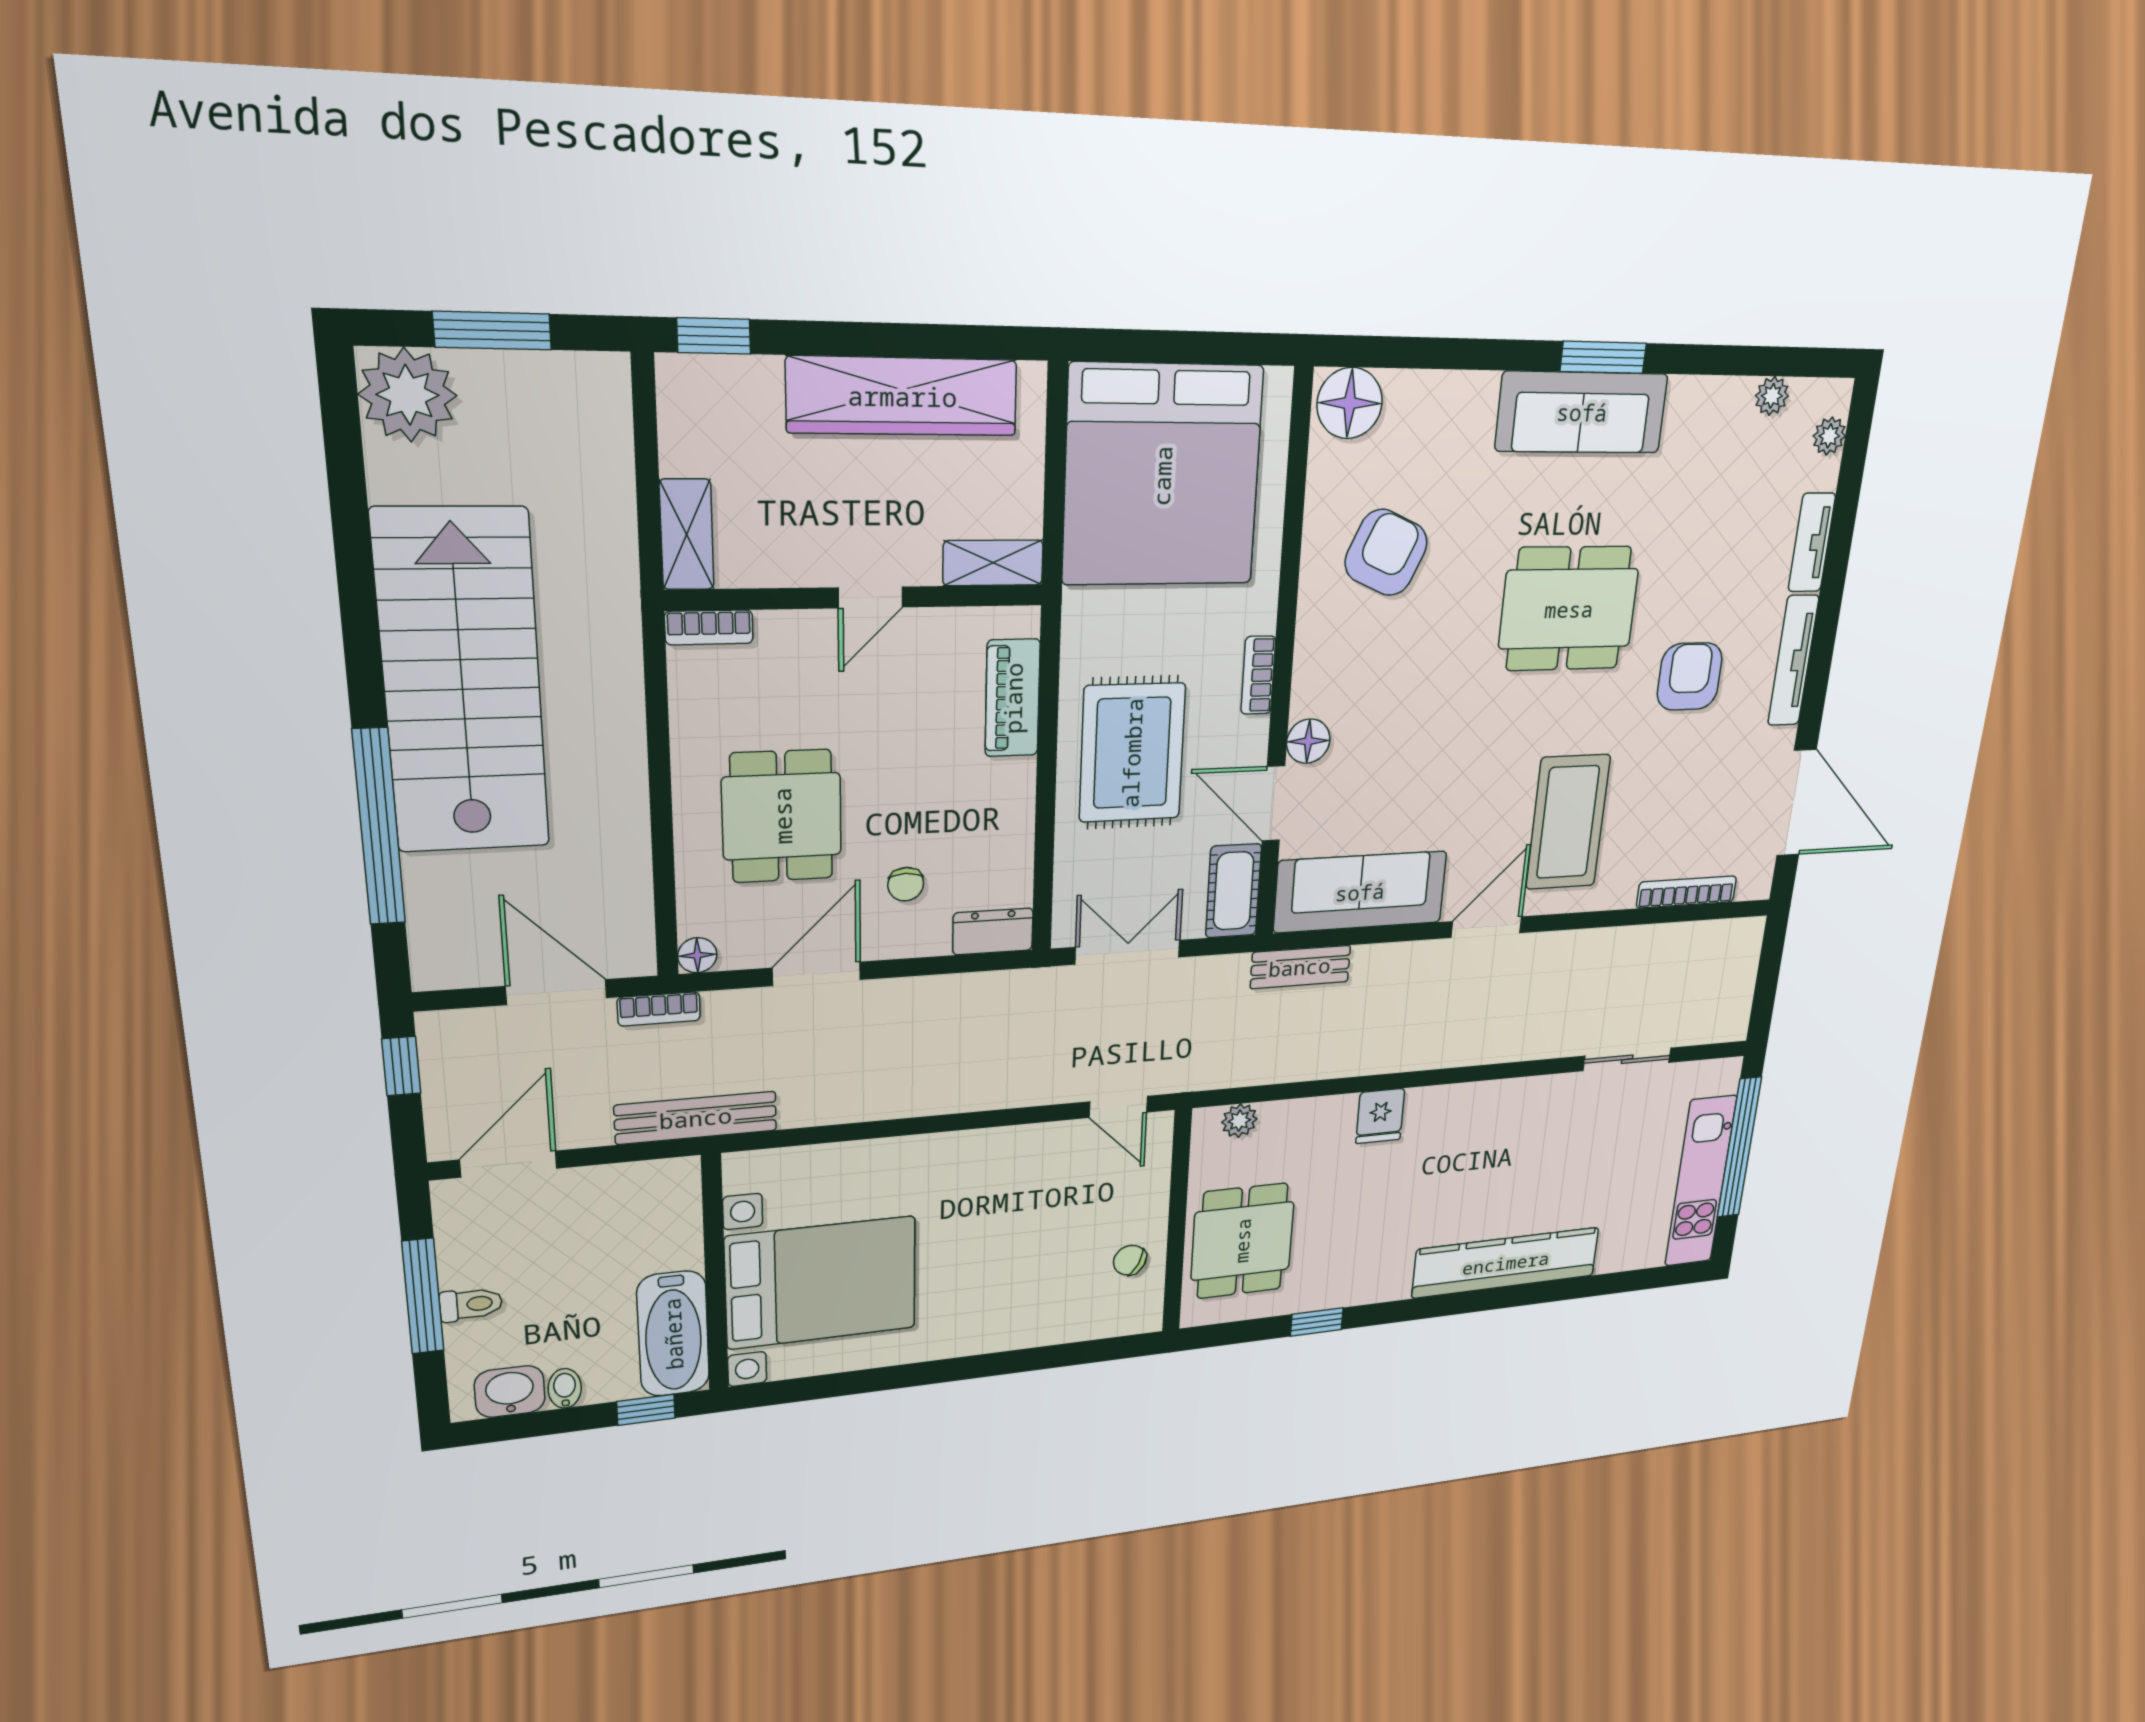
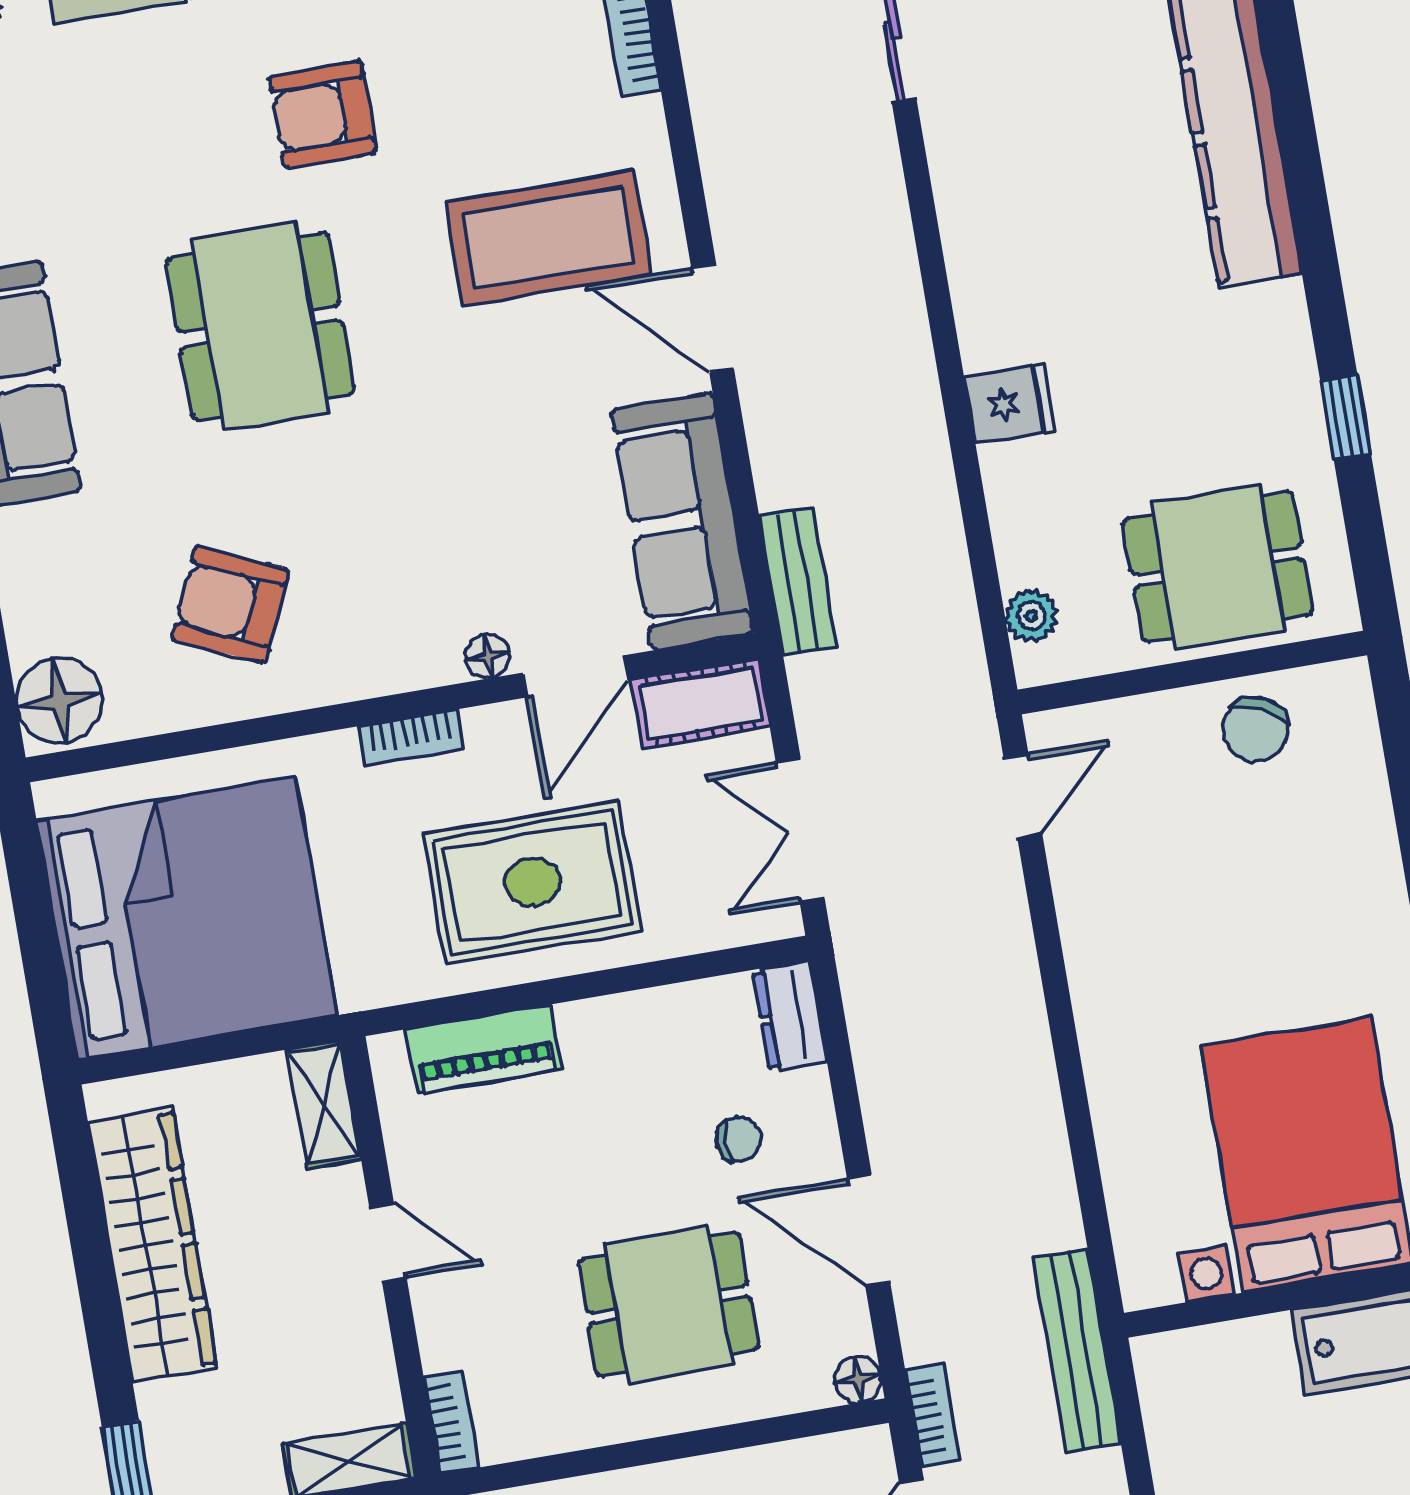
floor lamp: (1308, 741) -> (488, 657), width x0.73, depth x0.73
chair: (1130, 1260) -> (1255, 729), width x1.37, depth x1.37

